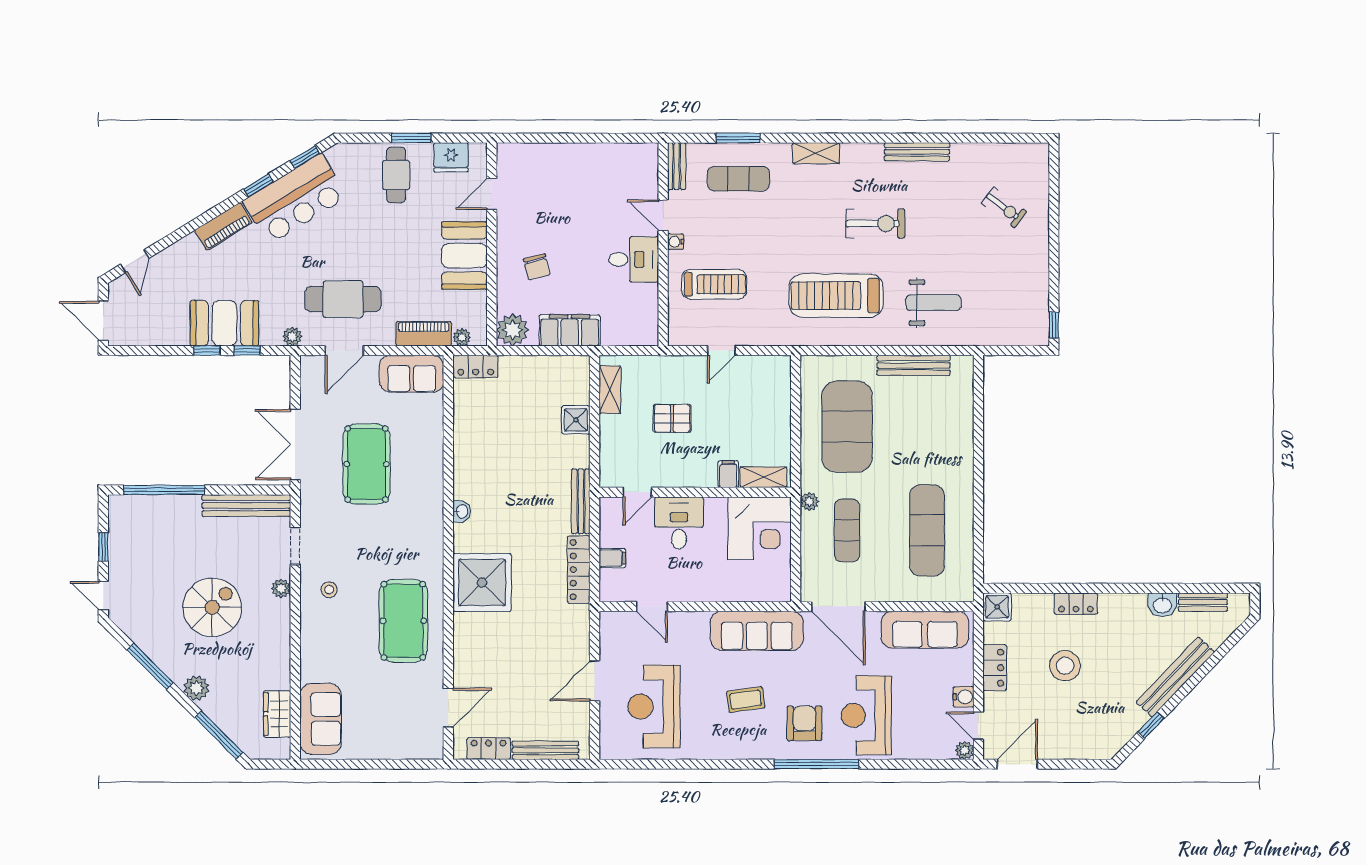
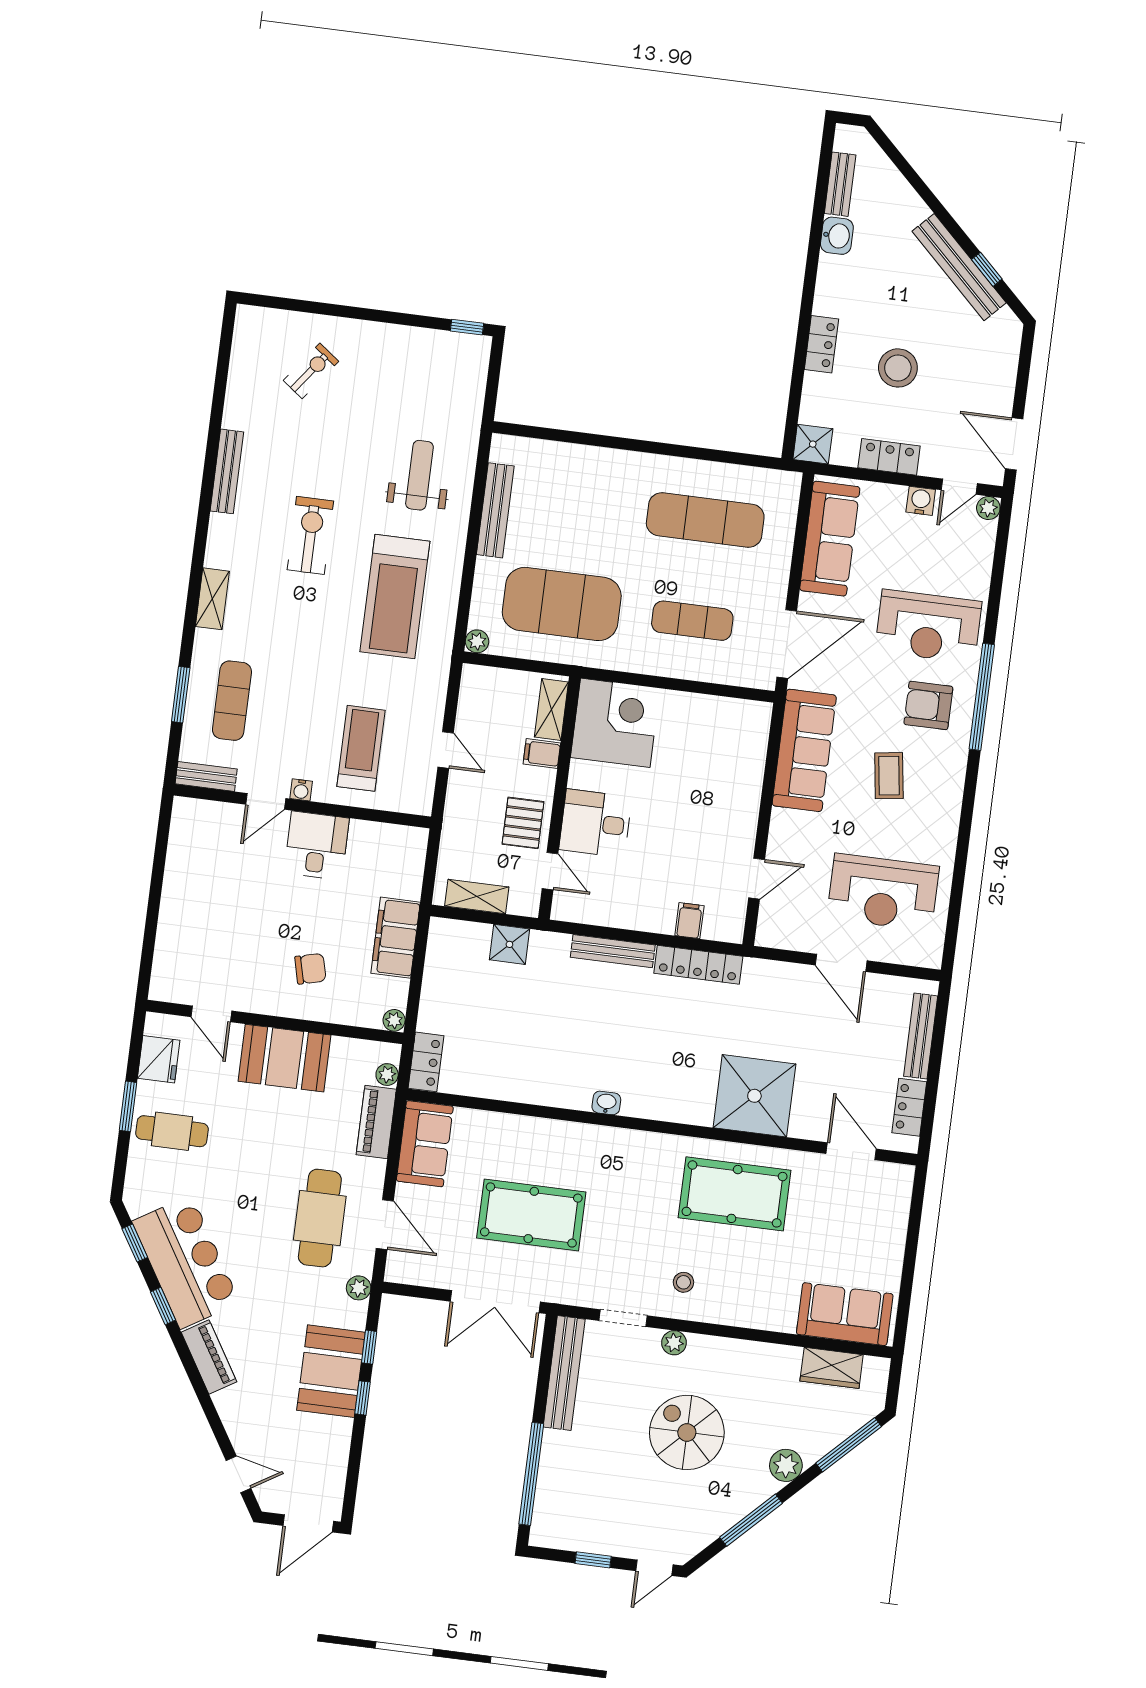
plant: (512, 330) -> (394, 1020), width x0.53, depth x0.53
filing cabinet: (728, 474) -> (542, 753), moved
shelving: (764, 477) -> (551, 709), moved
door: (637, 492) -> (550, 871), moved
wall: (695, 492) -> (559, 798), moved
plant: (809, 502) -> (477, 641), moved
desk: (679, 523) -> (595, 823), moved
corner desk: (759, 528) -> (615, 723), moved
shower: (482, 583) -> (754, 1096), moved
bench: (1175, 677) -> (959, 267), moved

